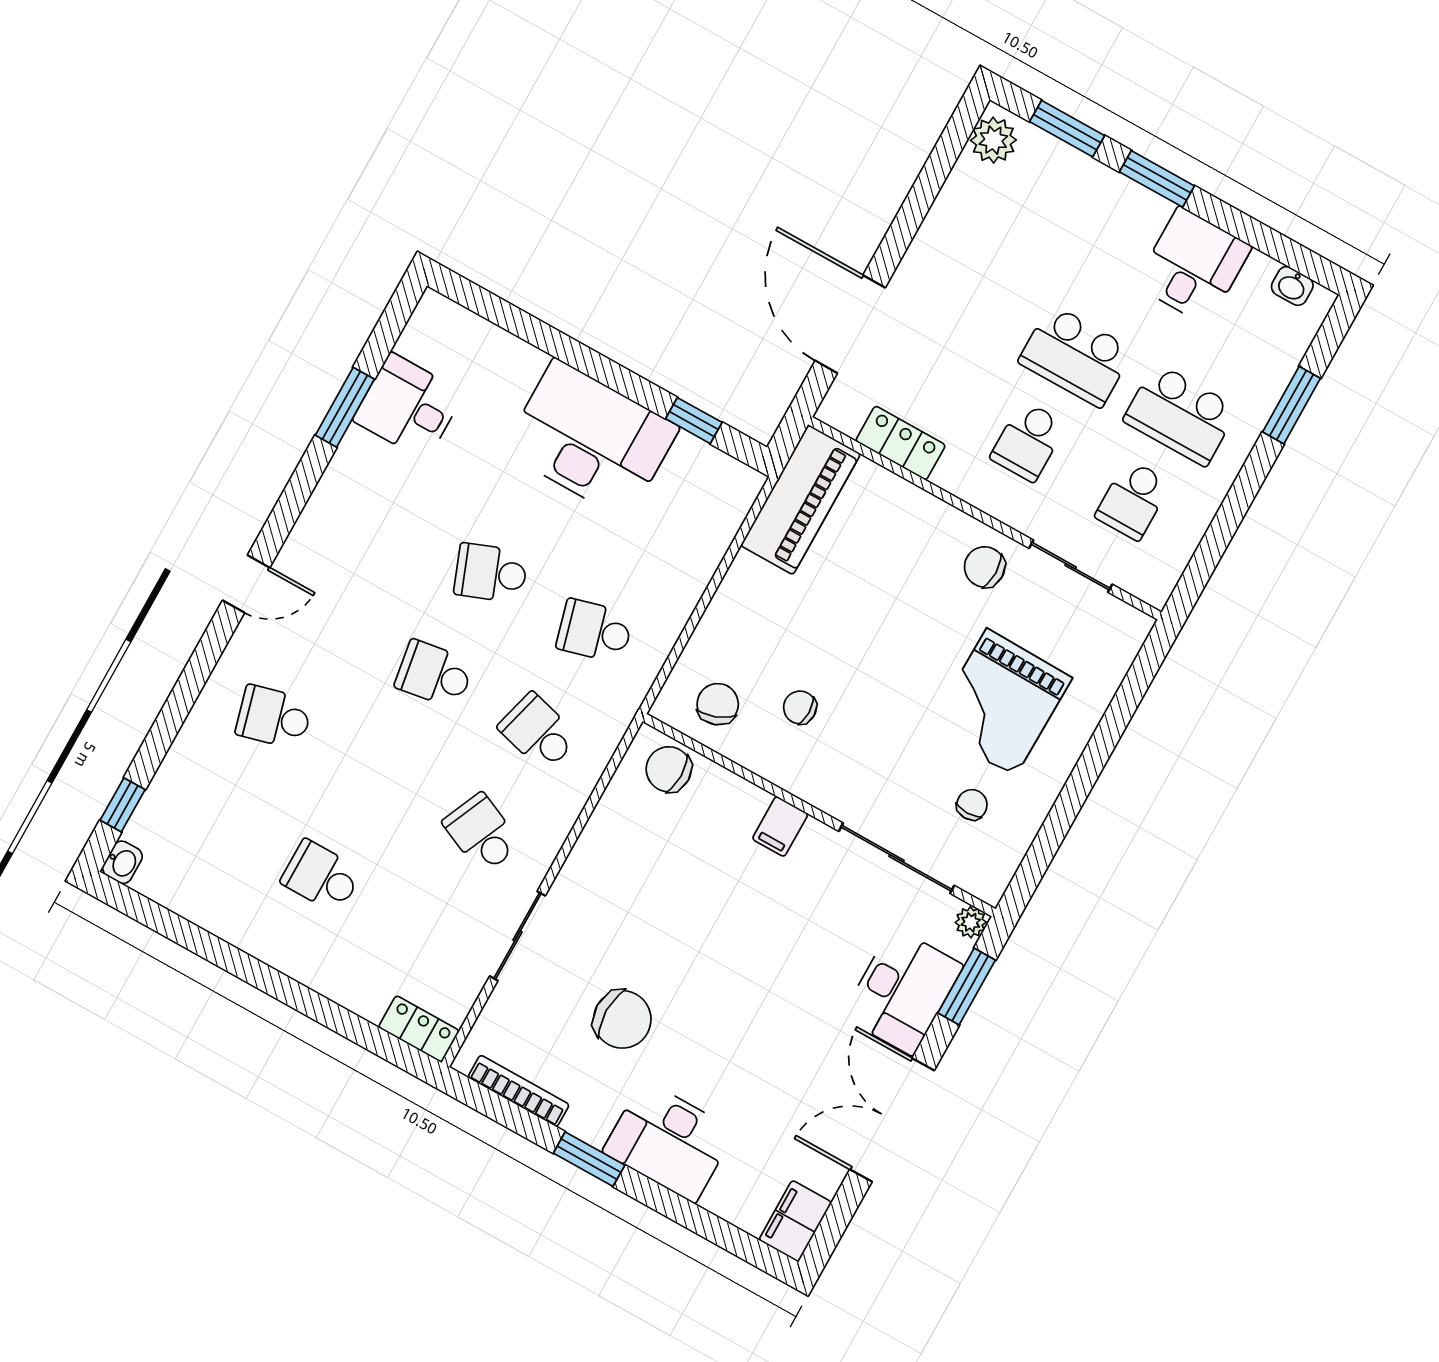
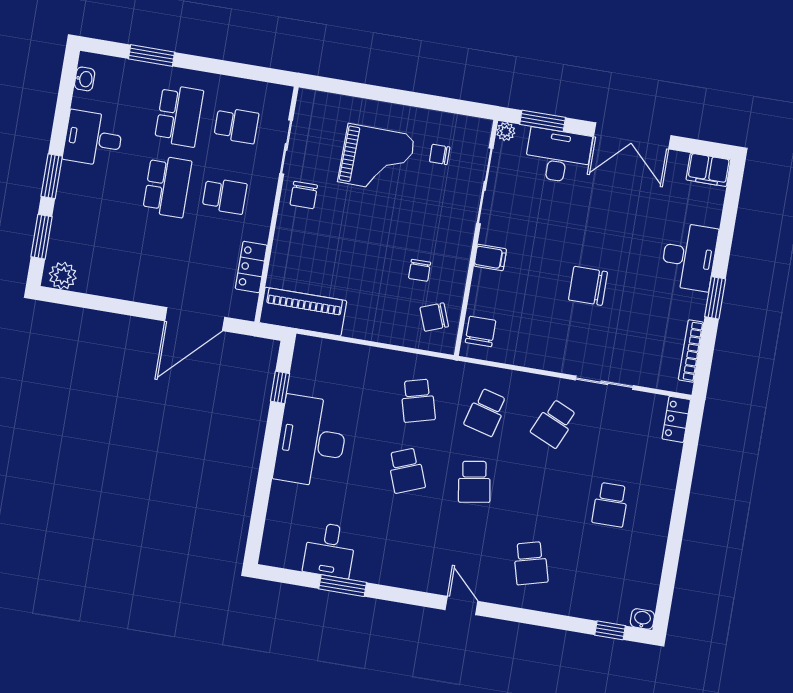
chair: (669, 769) -> (481, 331), turned 180
chair: (622, 1019) -> (588, 286), moved, turned -90

